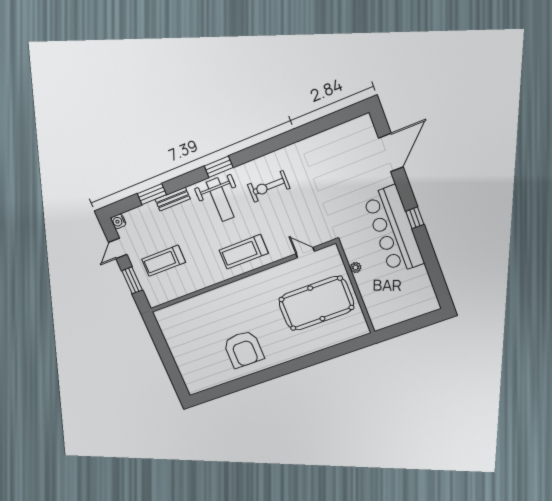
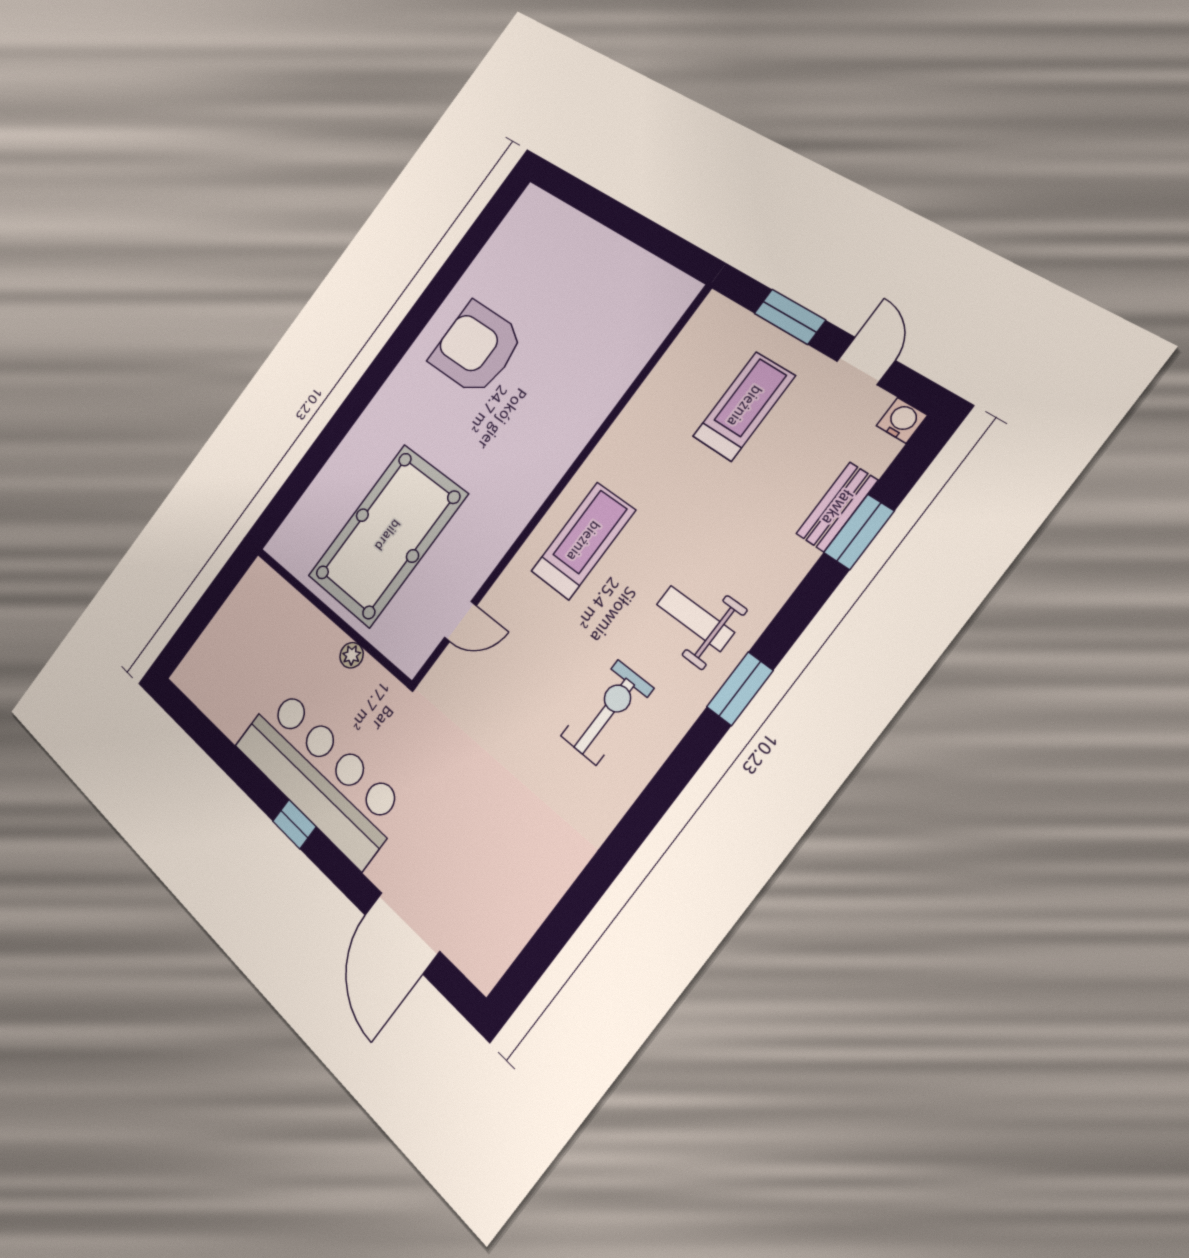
bench: (173, 199) -> (837, 507), moved
weight bench: (220, 200) -> (695, 618), width x0.73, depth x0.75

